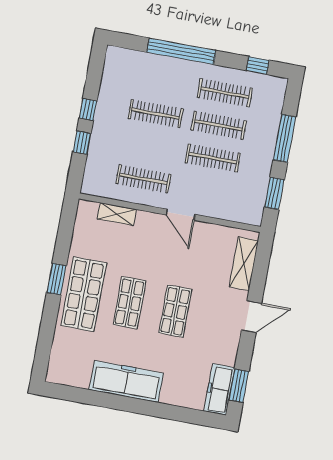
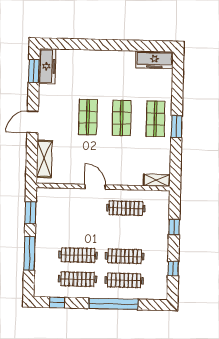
window: (88, 109) -> (173, 269), moved
clothes rail: (213, 158) -> (124, 280), moved
shelving: (117, 214) -> (157, 180), moved
shop shelf: (84, 294) -> (155, 119), width x0.70, depth x0.74
freezer: (126, 381) -> (154, 60), moved, width x0.73, depth x0.79

